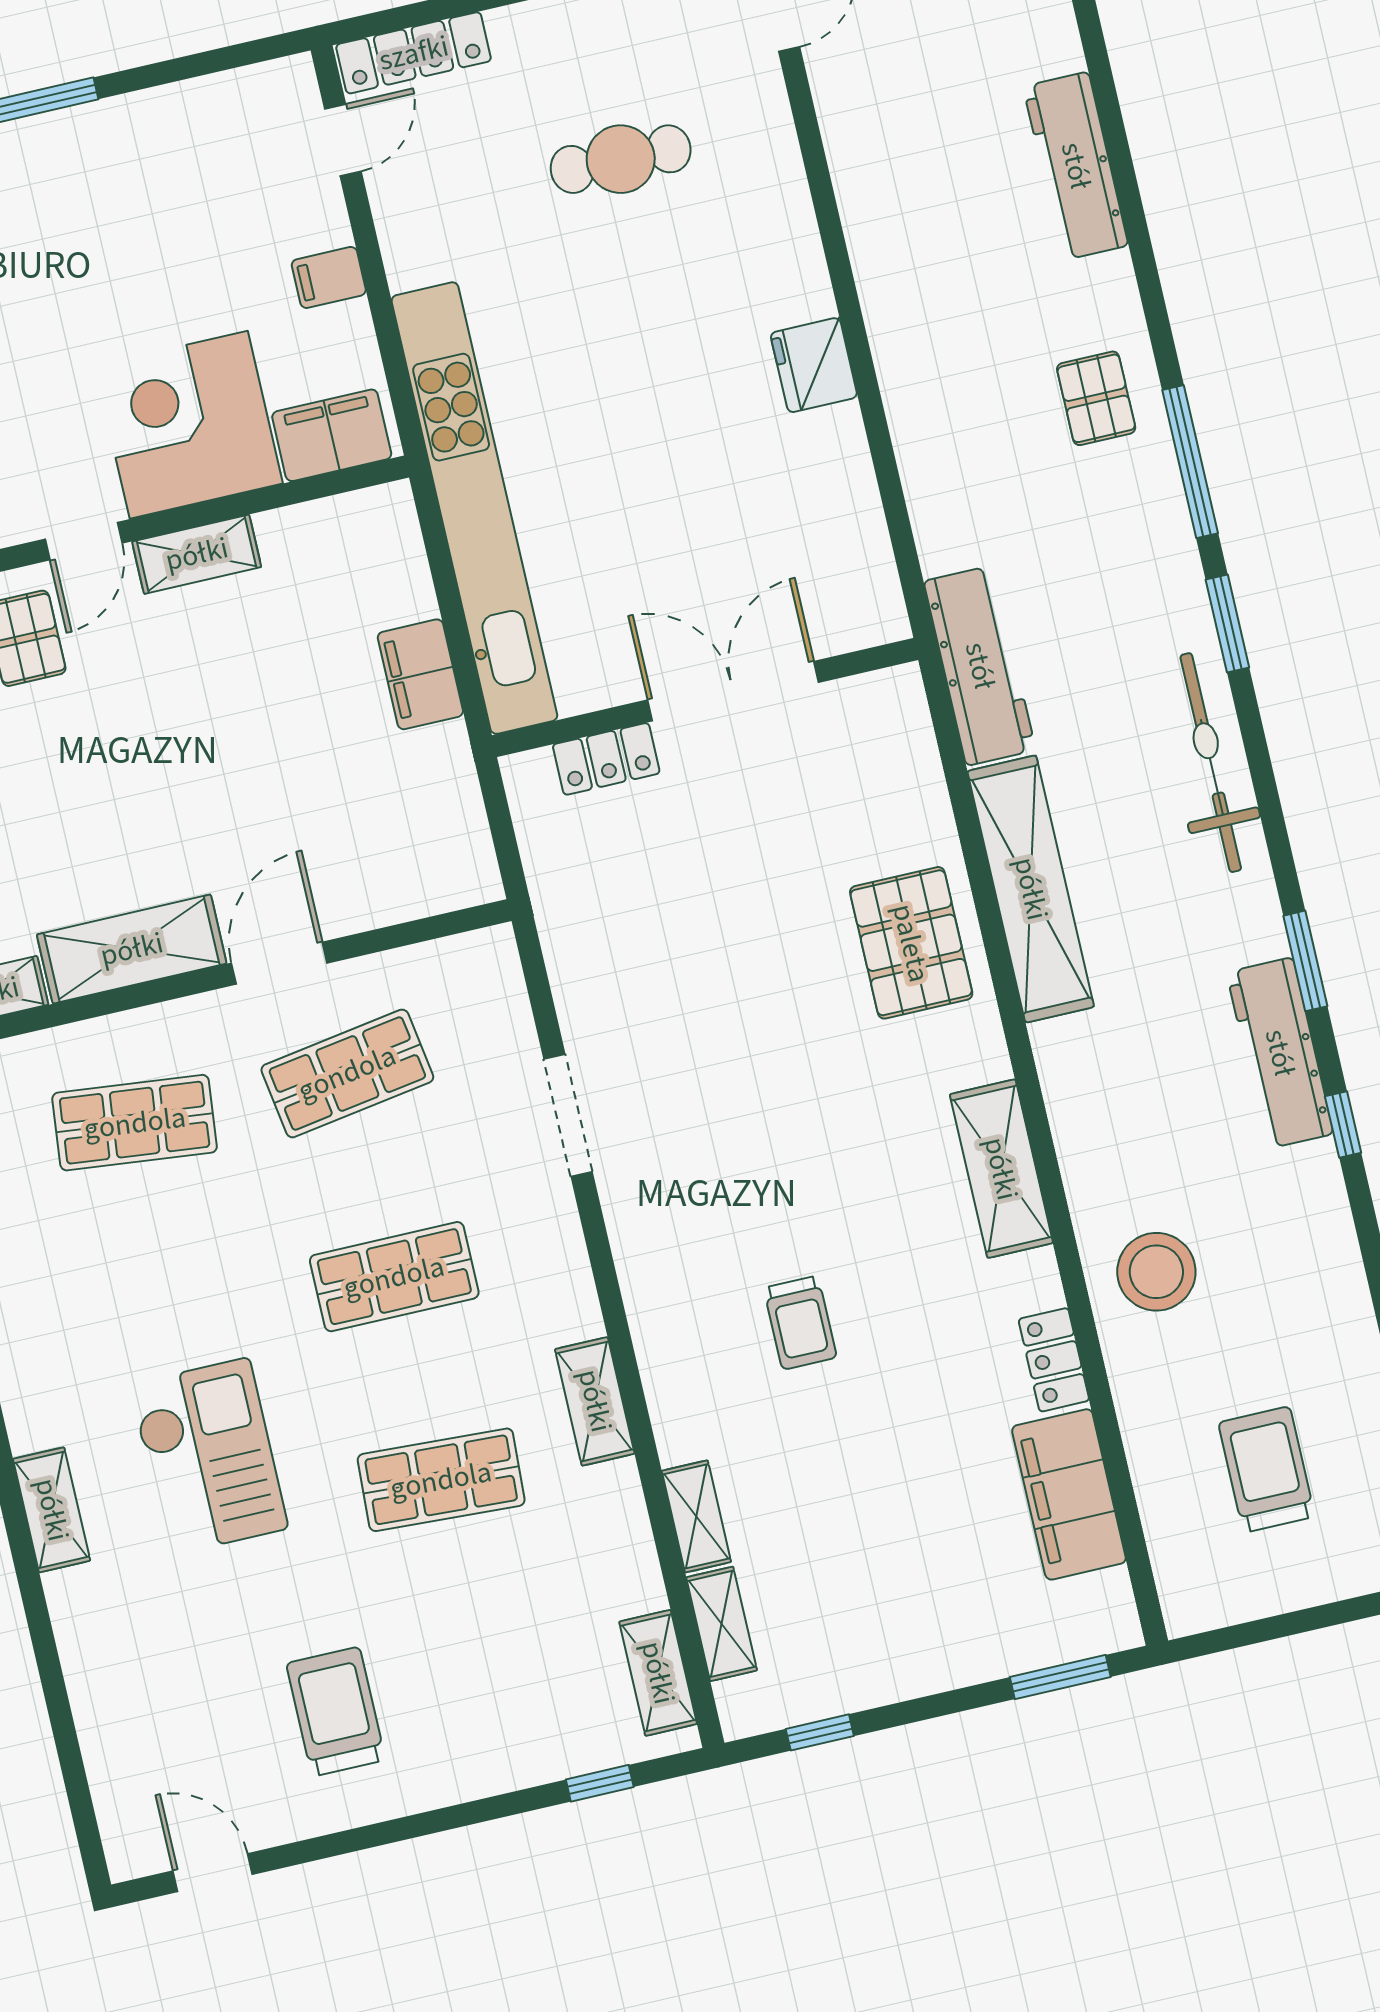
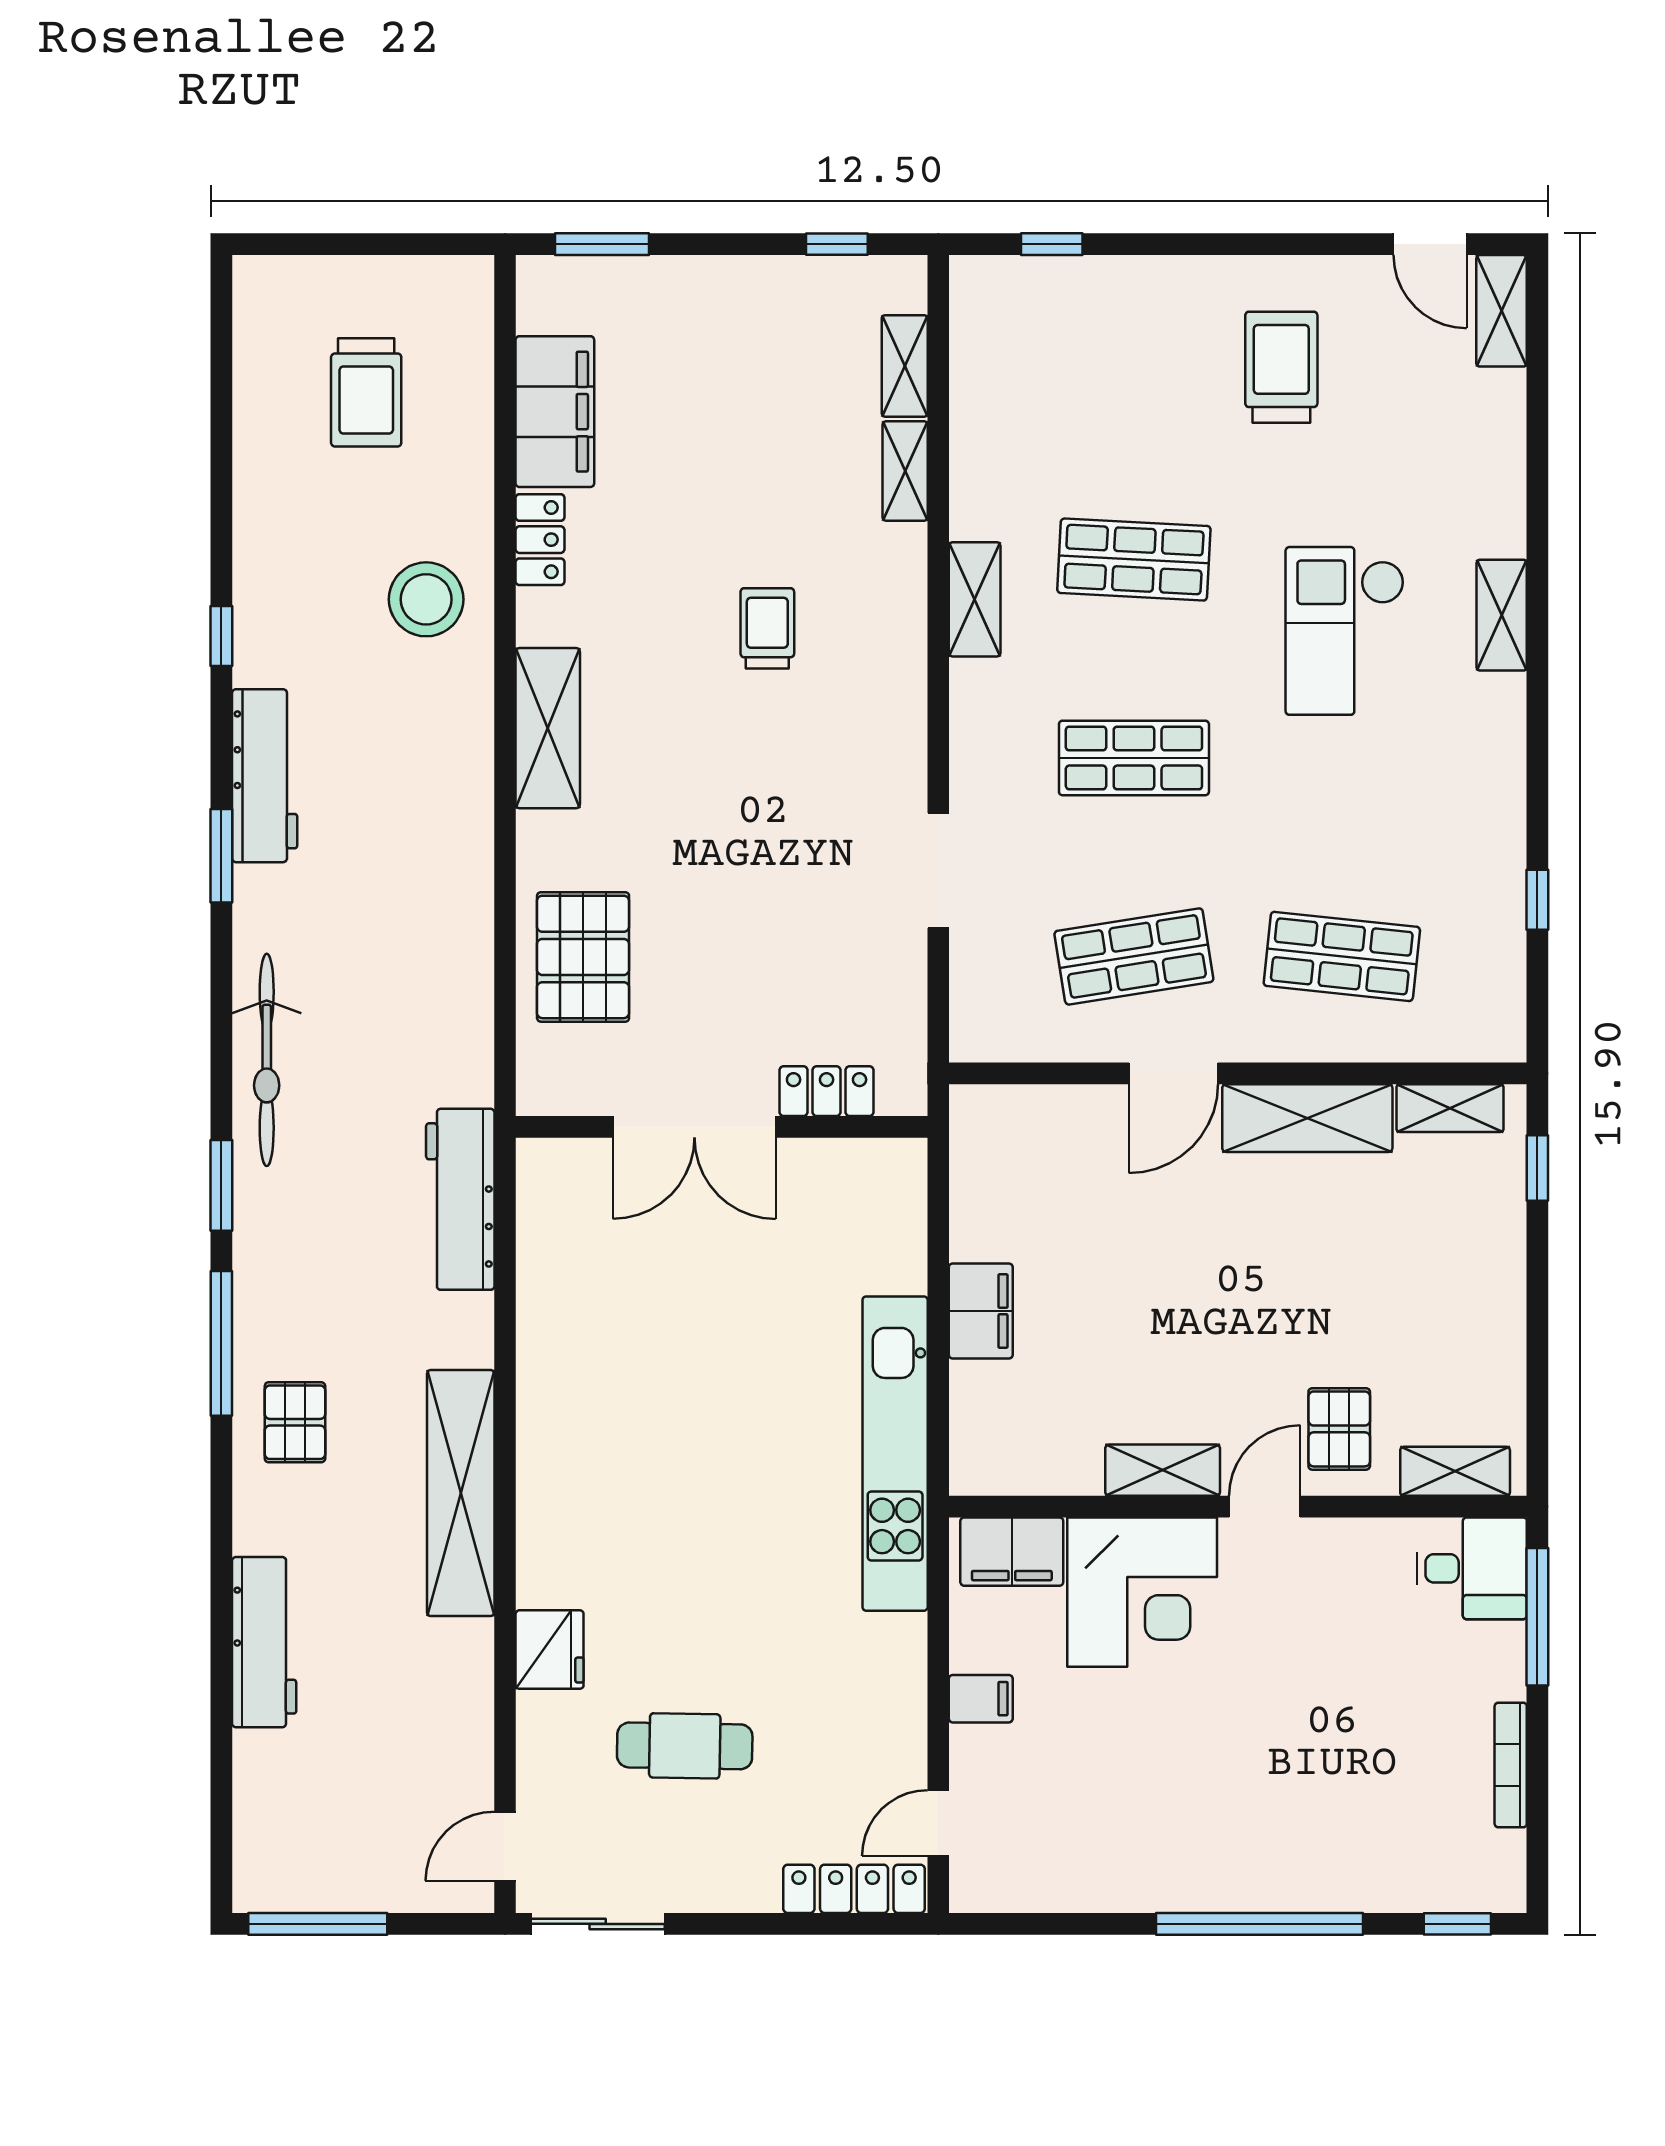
fridge: (814, 365) -> (550, 1650), moved
kitchen unit: (474, 508) -> (895, 1454), width x0.73
double door: (733, 691) -> (694, 1127), moved
wall: (705, 698) -> (722, 1127), moved
locker: (606, 759) -> (827, 1091), moved
shelving: (1031, 889) -> (461, 1493), moved
window: (1343, 1125) -> (221, 636), moved
shelving: (658, 1673) -> (1502, 311), moved
trolley: (336, 1712) -> (1281, 367), turned 180

